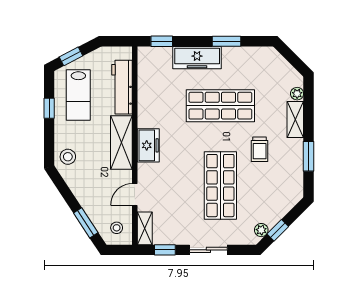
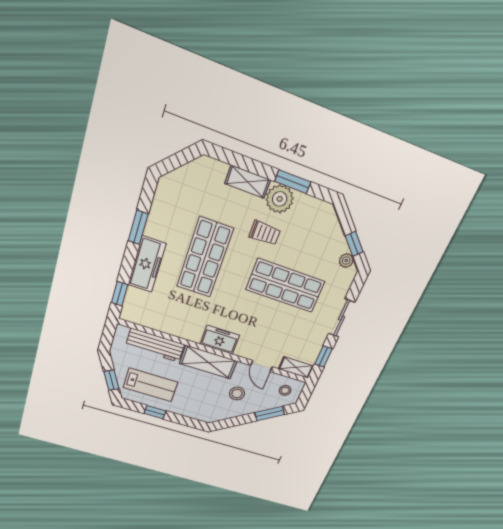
plant: (297, 94) -> (280, 199), moved, width x1.87, depth x1.87
stool: (68, 157) -> (237, 394), moved

